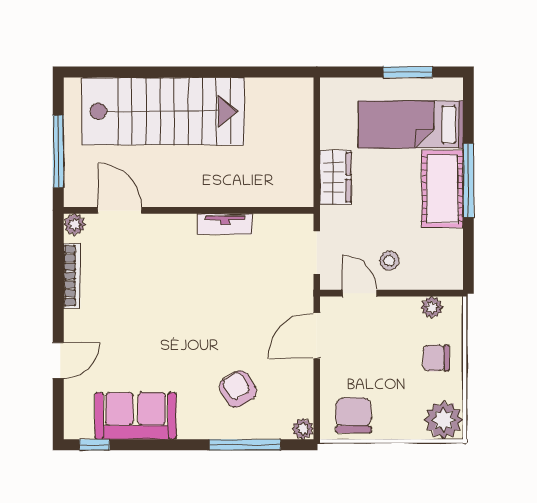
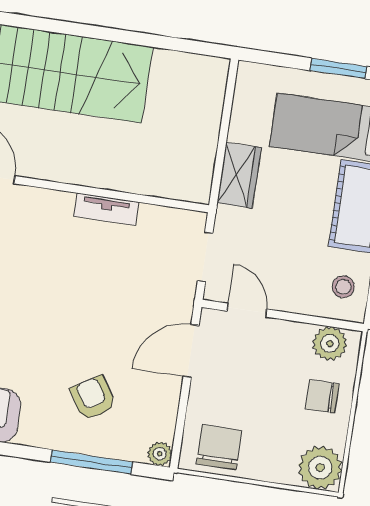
stool: (389, 261) -> (343, 287), moved
plant: (432, 307) -> (330, 344), width x1.38, depth x1.38

